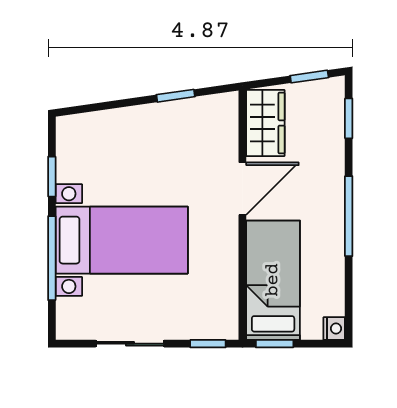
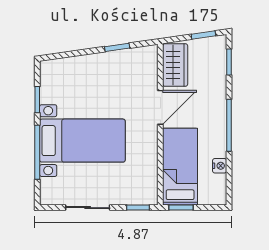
nightstand: (334, 329) -> (220, 166), moved

